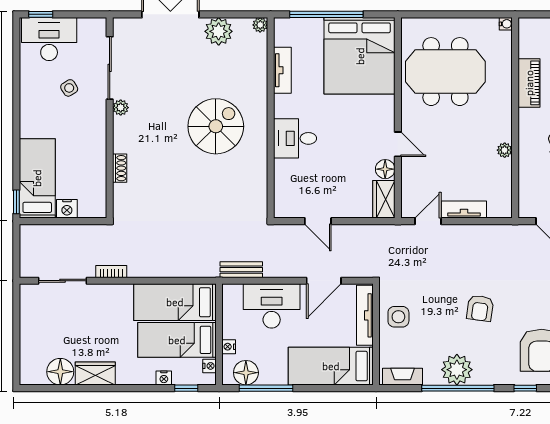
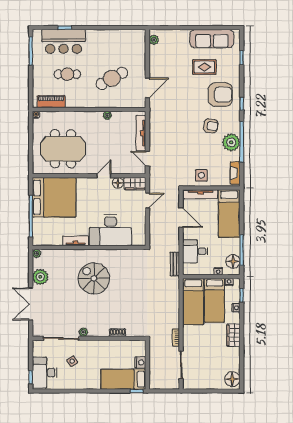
tv unit: (282, 70) -> (76, 241), moved
meeting table: (445, 72) -> (63, 149), turned 90
piano: (529, 83) -> (51, 102), moved
desk: (295, 138) -> (110, 230), width x1.87, depth x1.30
tv unit: (464, 210) -> (141, 133), width x1.41
door: (318, 221) -> (147, 201), moved
desk: (272, 306) -> (195, 251), width x0.73
armchair: (480, 308) -> (211, 126), moved
floor lamp: (60, 372) -> (232, 379), moved
wardrobe: (95, 374) -> (233, 335), moved

